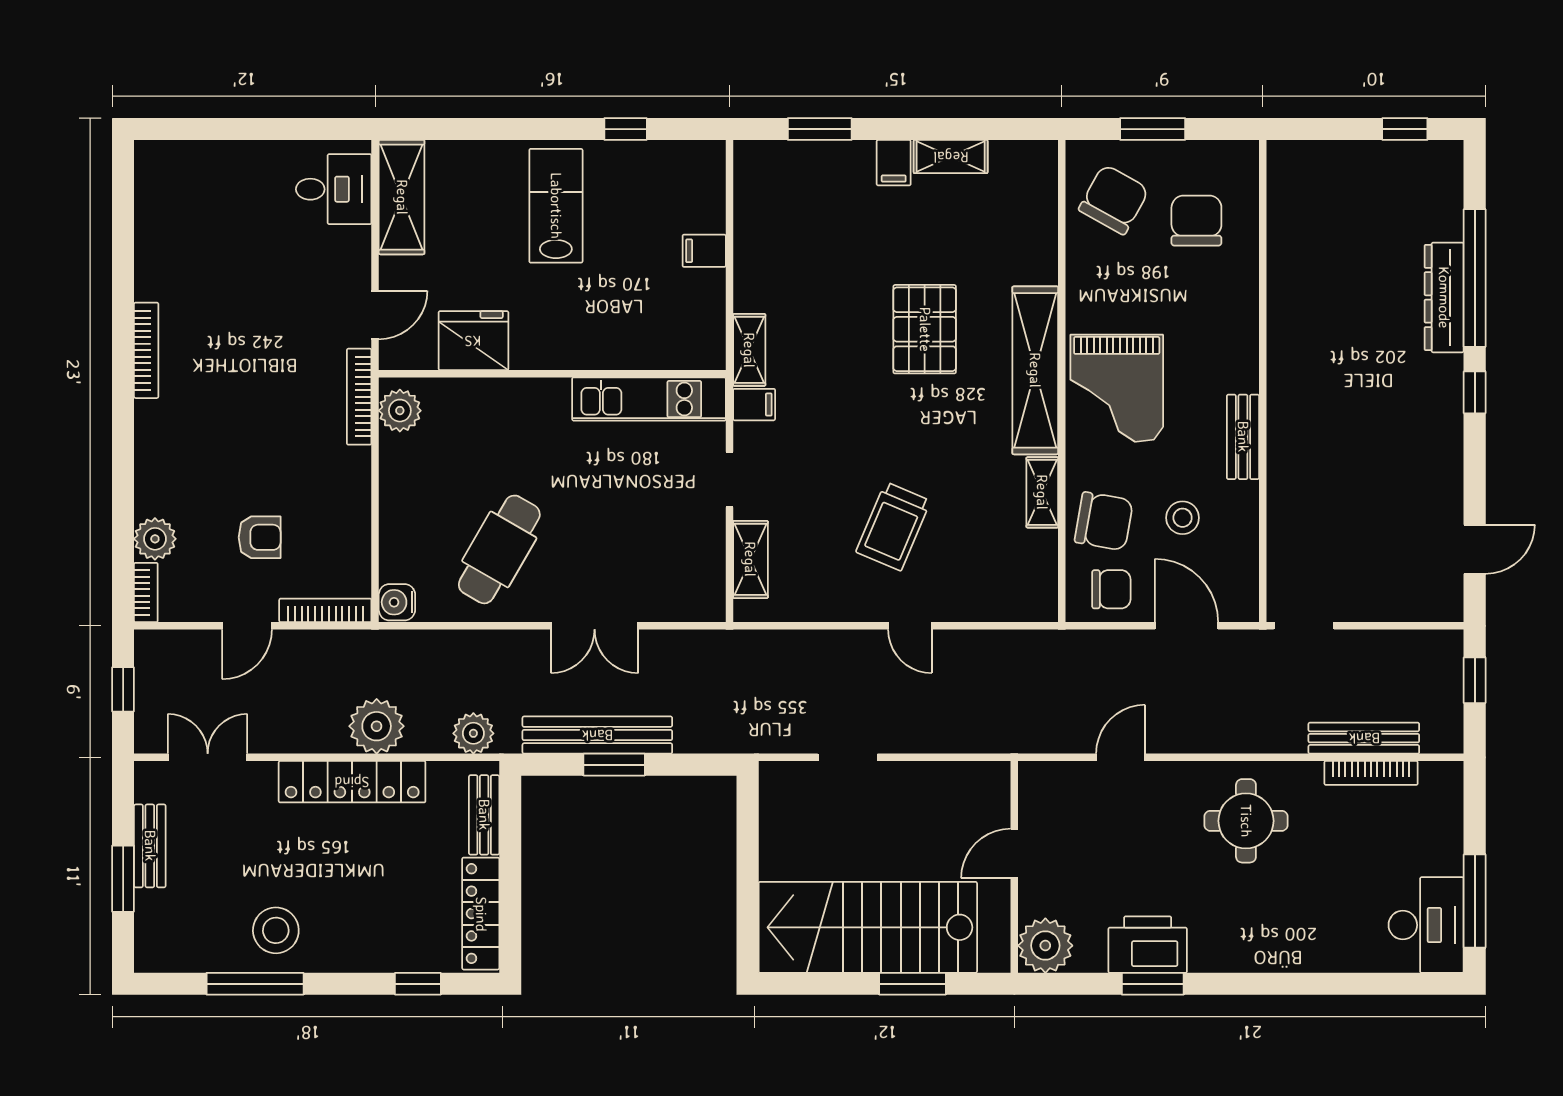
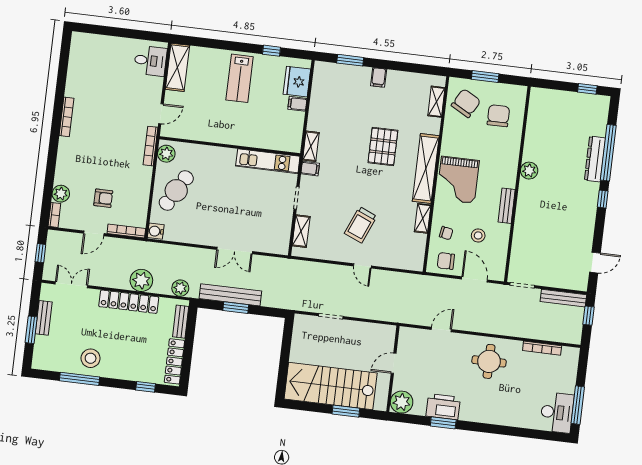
shelving: (951, 157) -> (436, 102), moved, turned 90
lab bench: (556, 206) -> (240, 78), turned 180
fridge: (473, 341) -> (297, 82), moved, turned -90
plant: (1287, 345) -> (529, 171), added
chair: (1104, 521) -> (446, 233), width x0.54, depth x0.54
cafe table: (499, 549) -> (176, 190), moved
chair: (1111, 589) -> (446, 261), turned 180
bench: (1364, 738) -> (563, 298), moved

